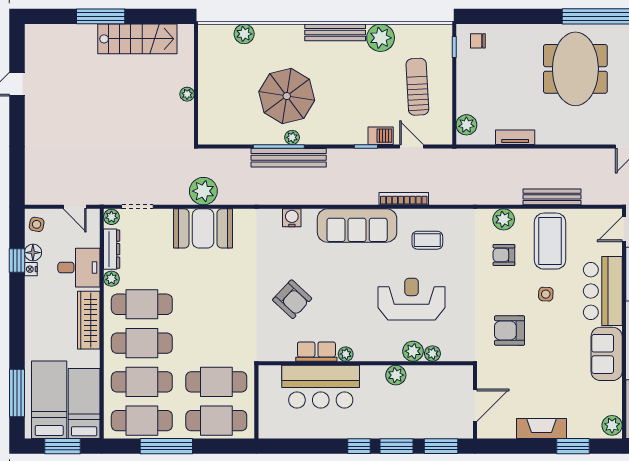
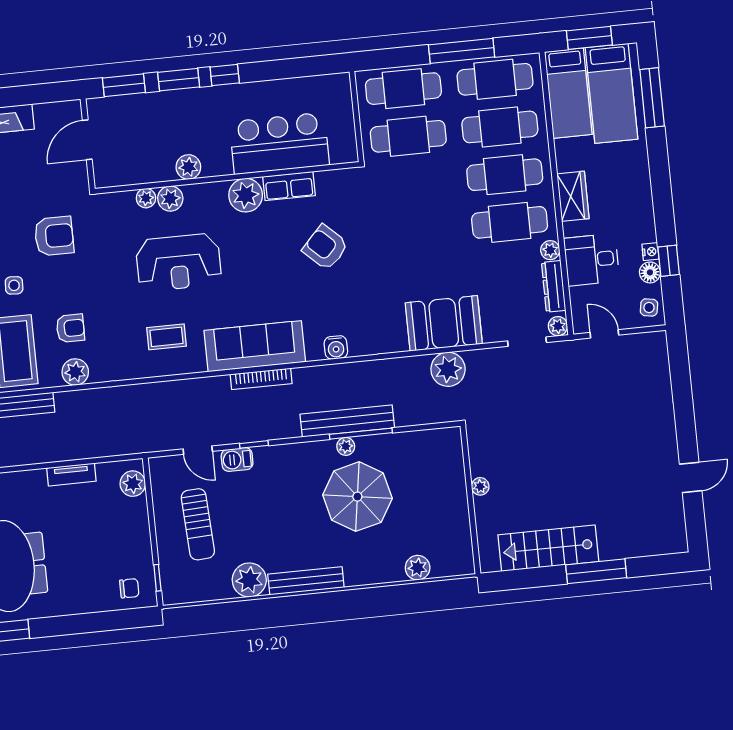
bookcase: (404, 199) -> (261, 379), moved
wardrobe: (89, 320) -> (573, 196), width x0.67
plant: (346, 354) -> (246, 195), width x1.88, depth x1.88

